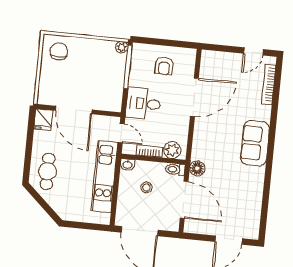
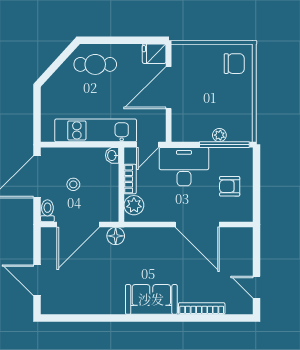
plant: (122, 47) -> (219, 135), moved
bookcase: (269, 85) -> (202, 308), moved
desk: (143, 104) -> (184, 167), width x1.37
toilet: (175, 170) -> (47, 211), moved
stool: (146, 187) -> (73, 184), moved

